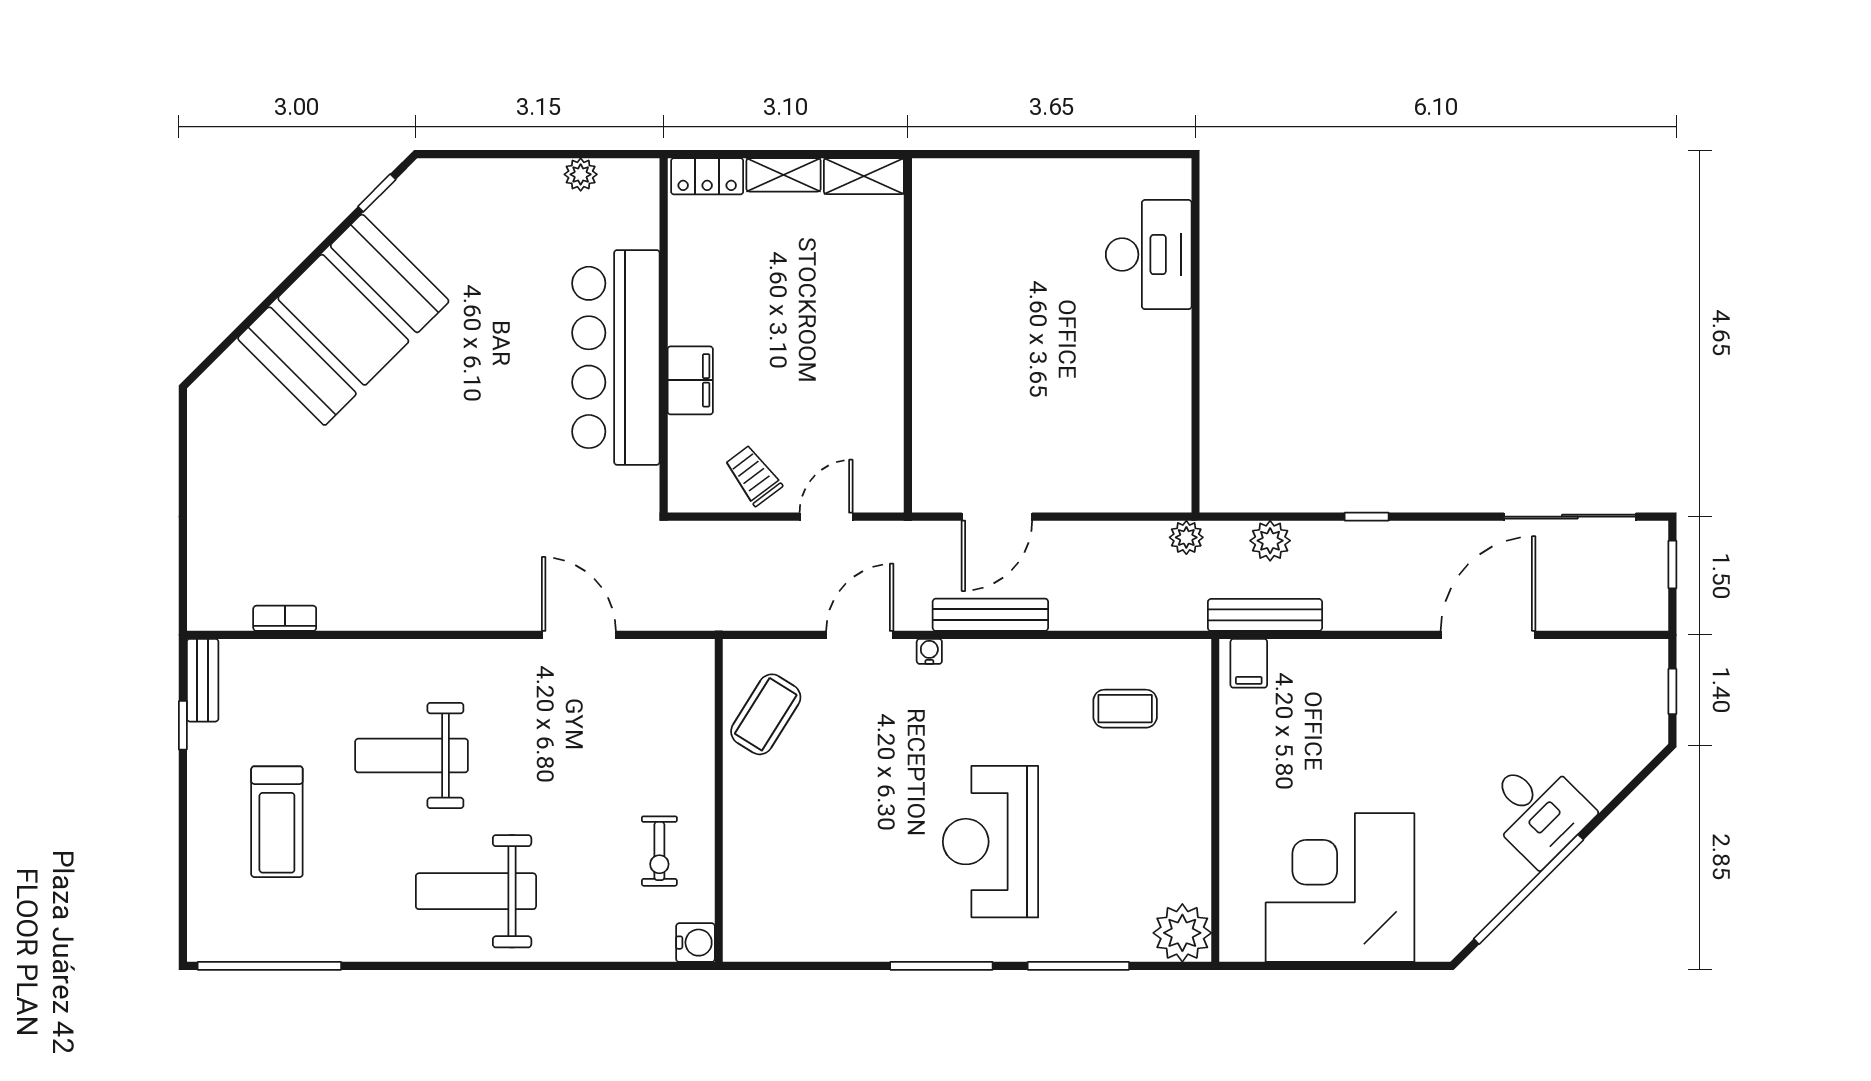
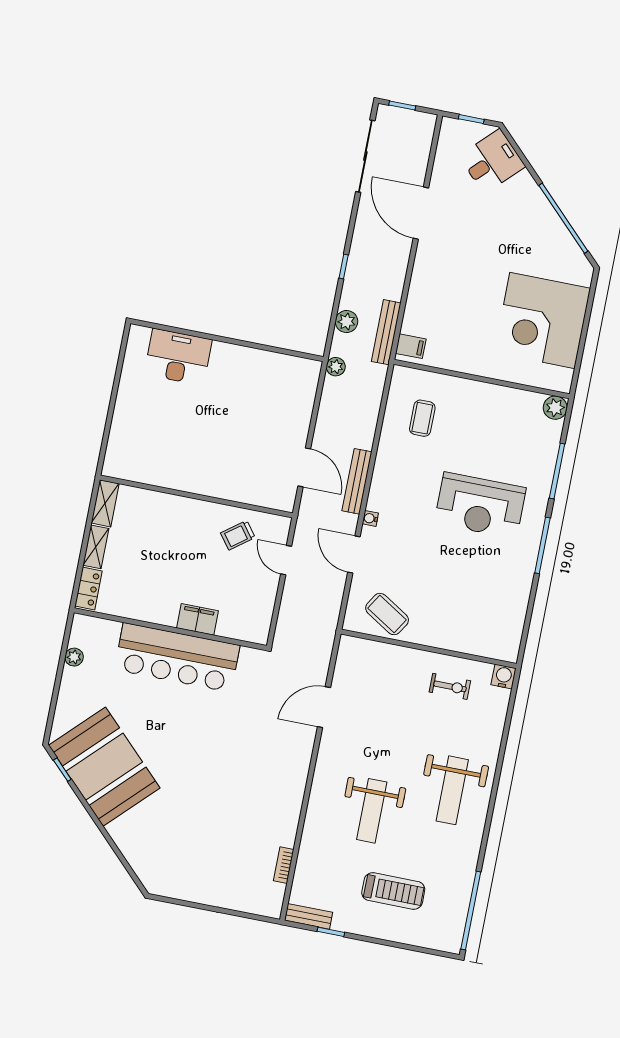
booth: (343, 320) -> (104, 767), moved
trolley: (753, 475) -> (238, 535), moved
desk: (1537, 810) -> (492, 161), moved
plant: (1182, 933) -> (555, 408), width x0.73, depth x0.73

